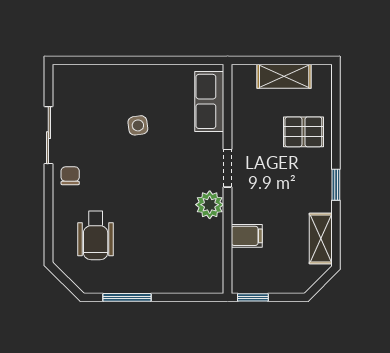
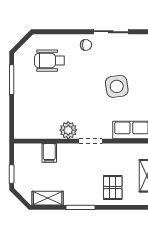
side table: (138, 125) -> (117, 86), width x1.87, depth x1.87
window: (336, 185) -> (80, 207), width x1.50
window: (253, 297) -> (12, 174), moved

